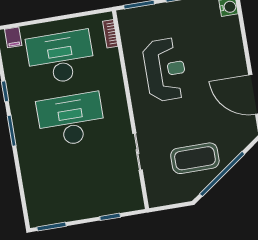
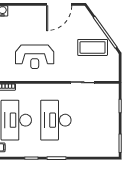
reception desk: (165, 70) -> (35, 57), turned 180
coffee table: (195, 158) -> (93, 47), turned 90

